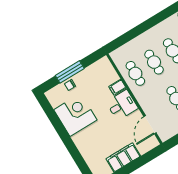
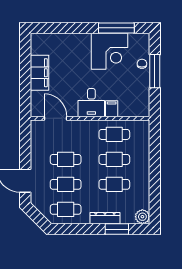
window: (55, 120) -> (116, 28), added

